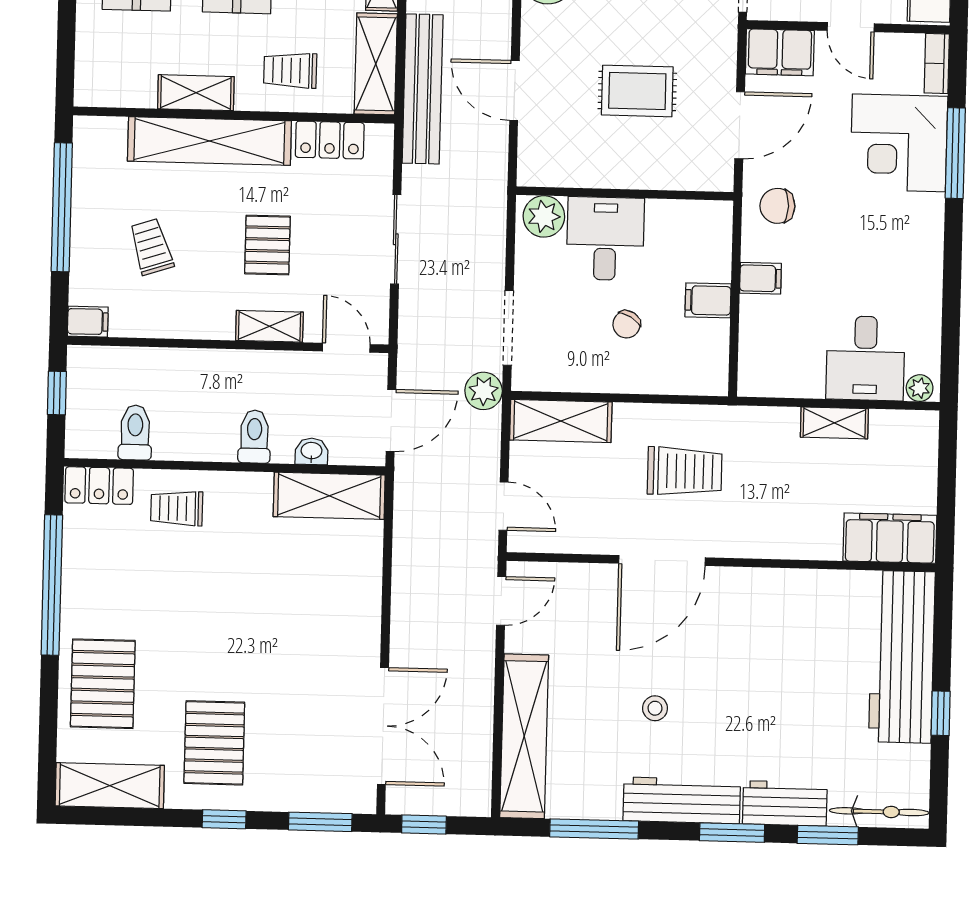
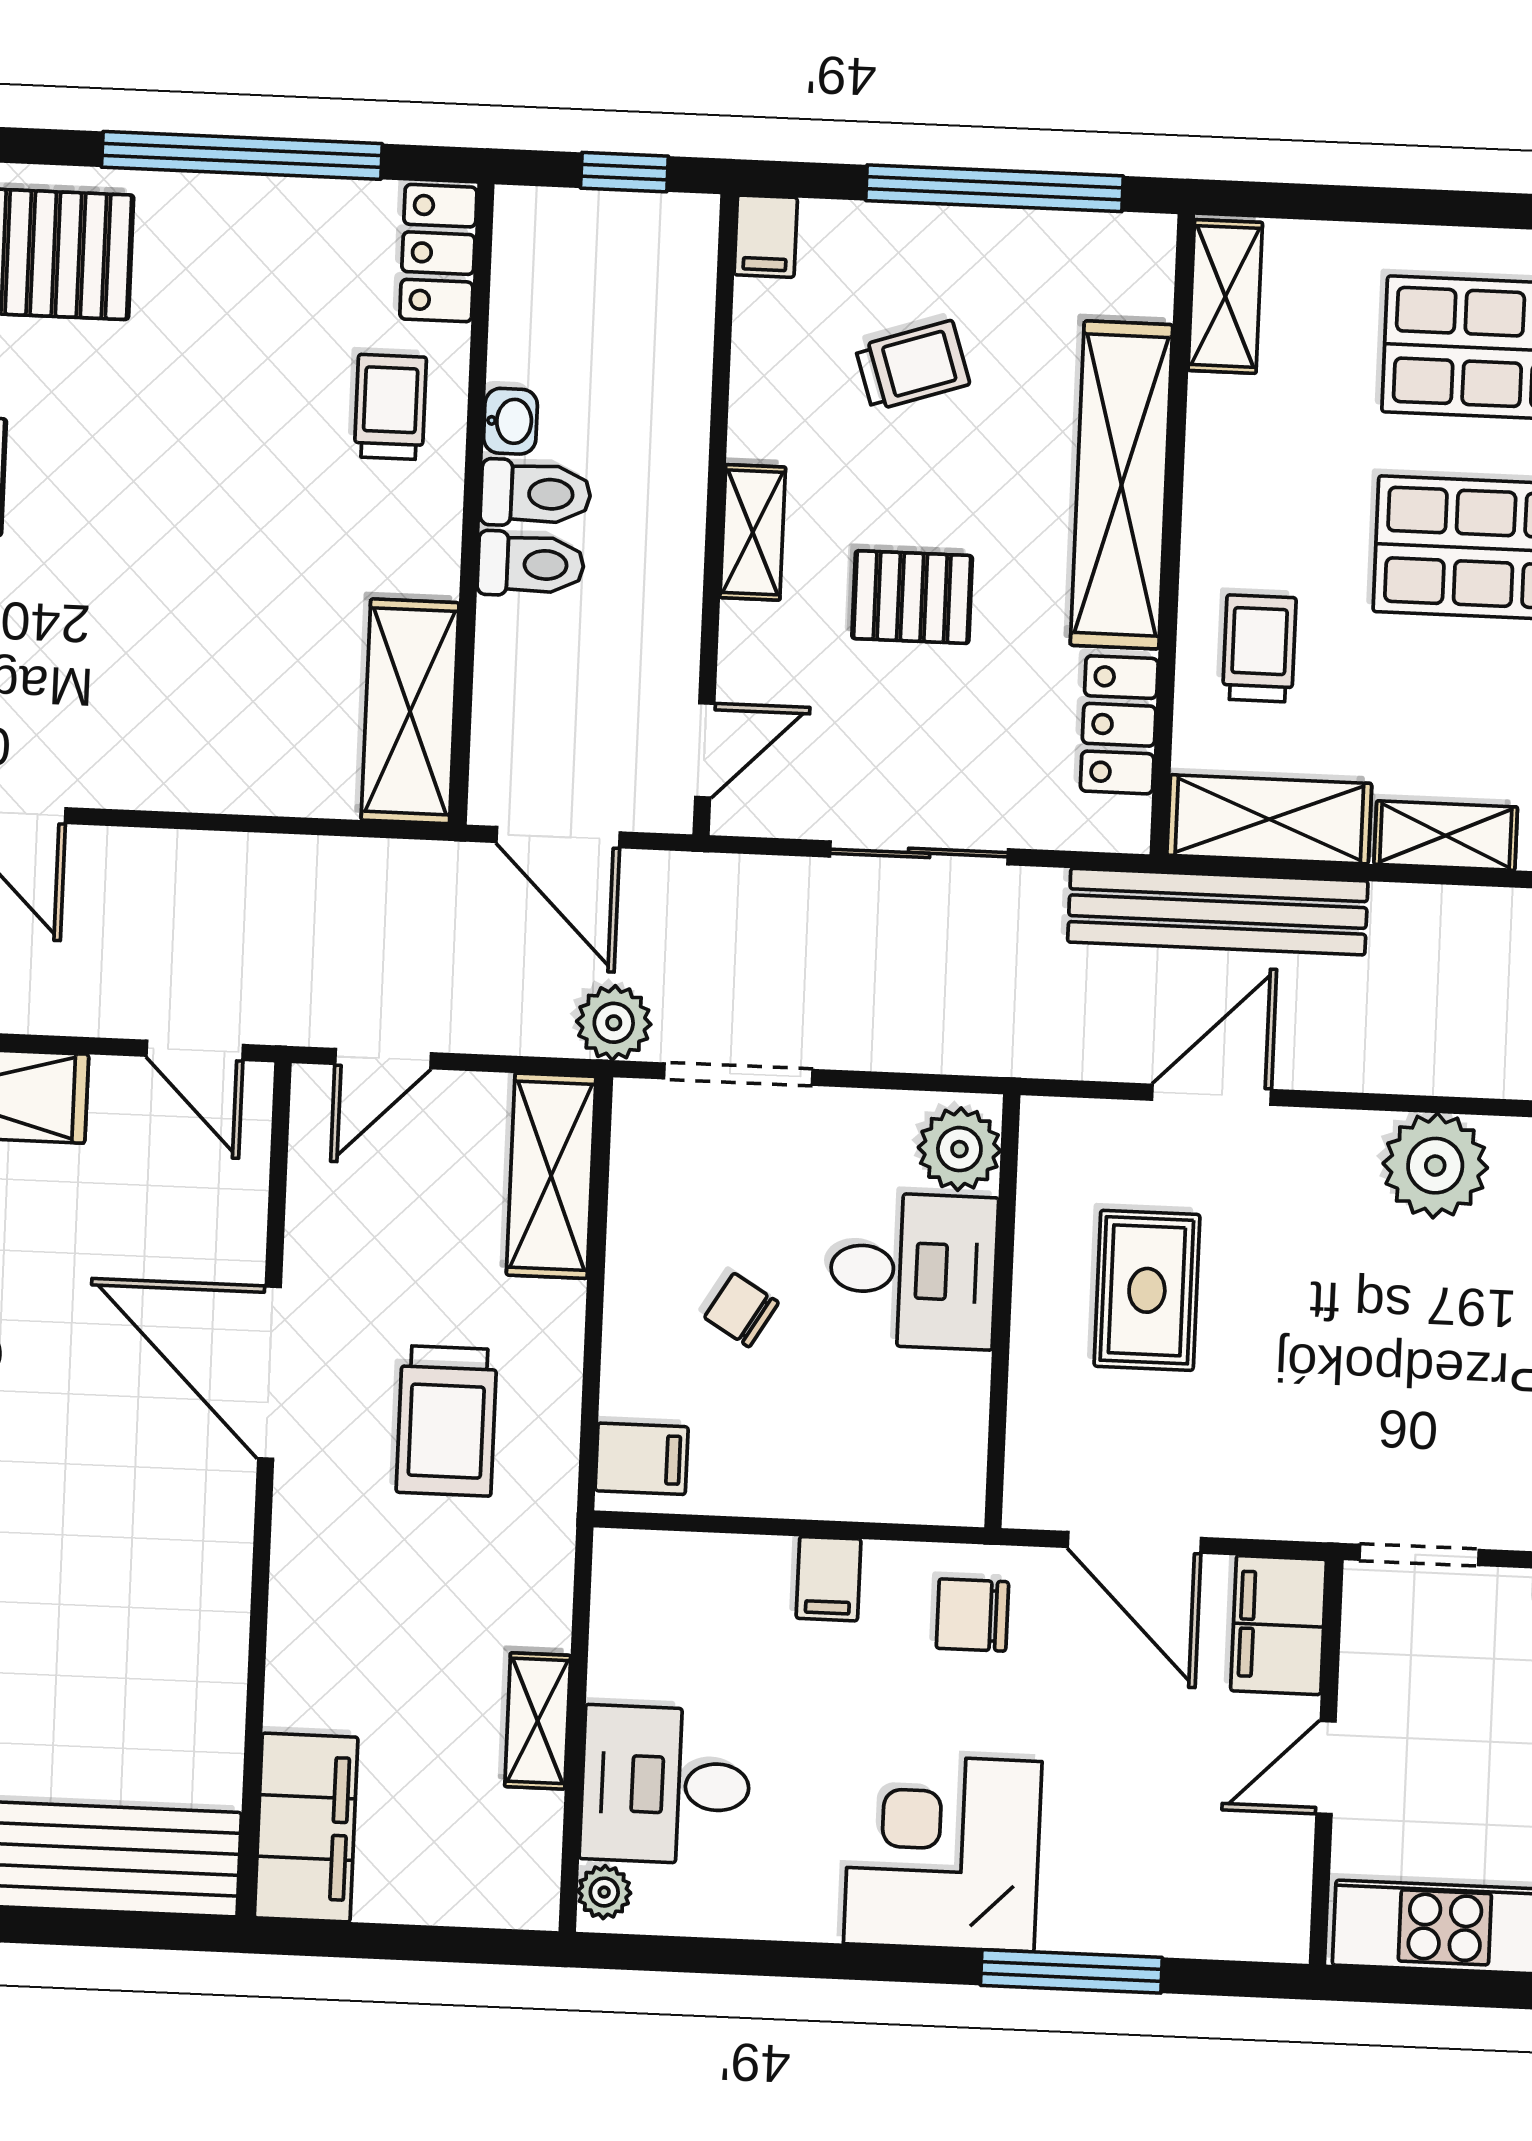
bookcase: (937, 63) -> (1251, 1938), removed
rug: (637, 91) -> (1147, 1290), moved
shelving: (196, 93) -> (1225, 296), moved
corner desk: (899, 143) -> (943, 1853), moved
chair: (777, 206) -> (972, 1615), turned -90
filing cabinet: (708, 300) -> (642, 1459), moved, turned 90
shelving: (269, 326) -> (753, 532), moved
toilet: (135, 433) -> (536, 494), moved
washbasin: (311, 451) -> (510, 421), moved

